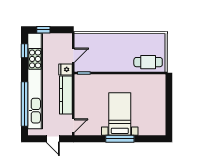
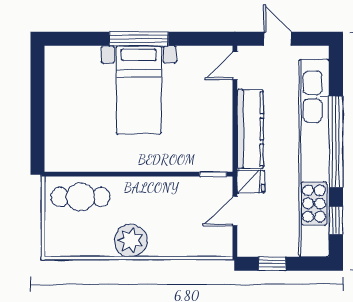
window: (43, 30) -> (272, 264), moved
plant: (124, 41) -> (131, 240), added
window: (24, 104) -> (336, 142), moved

